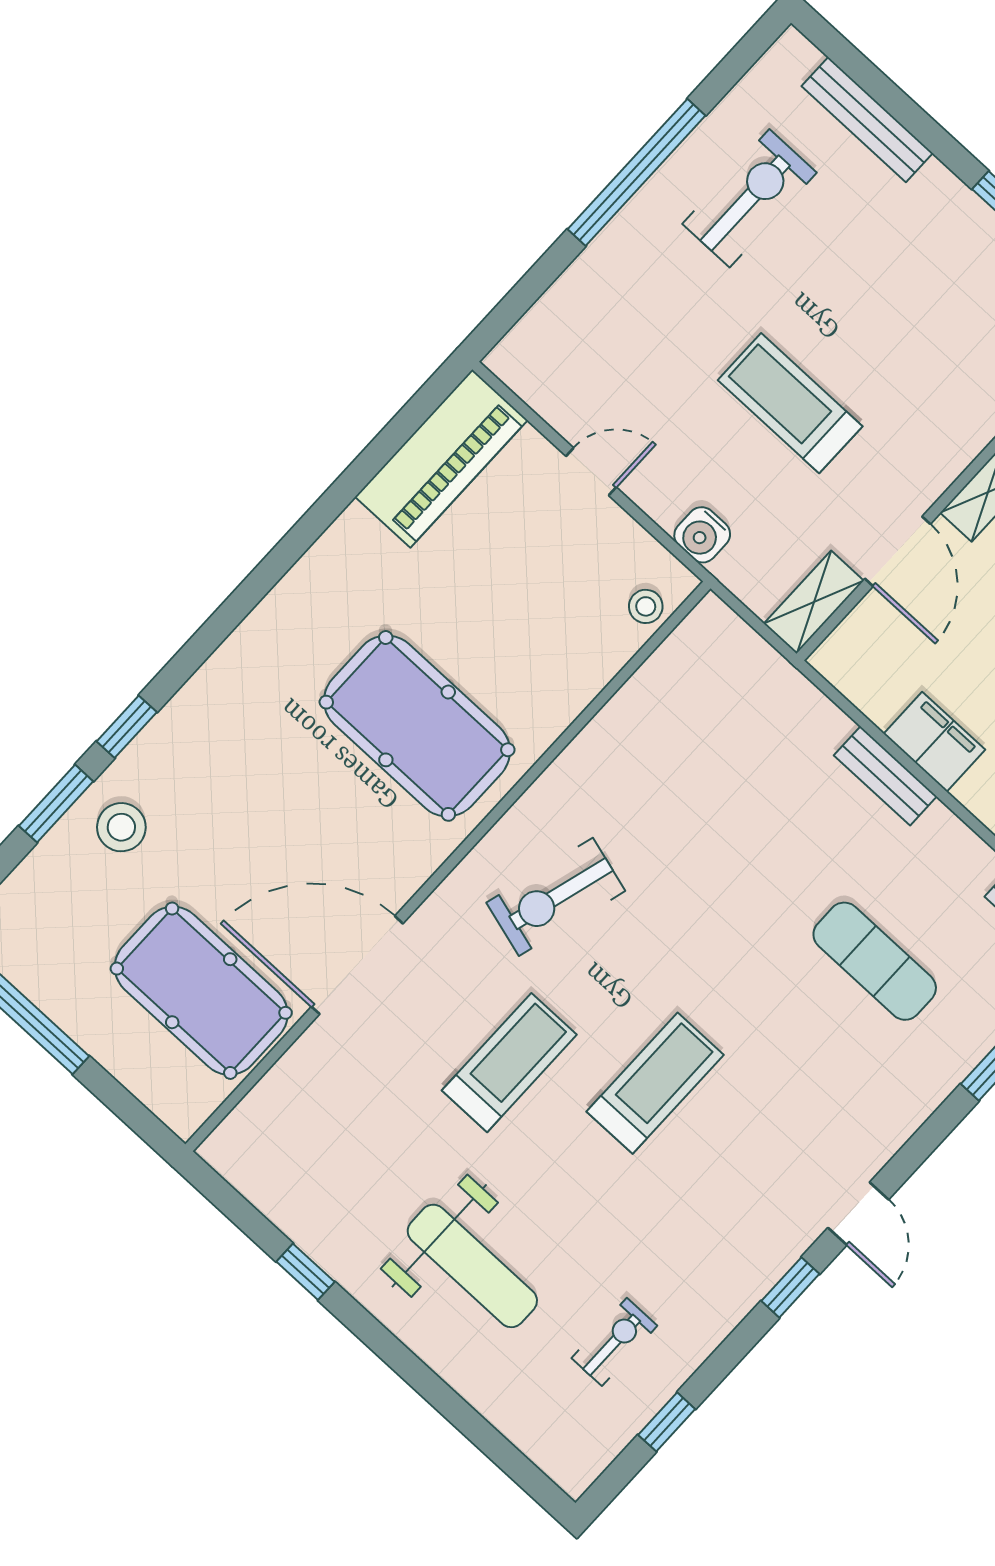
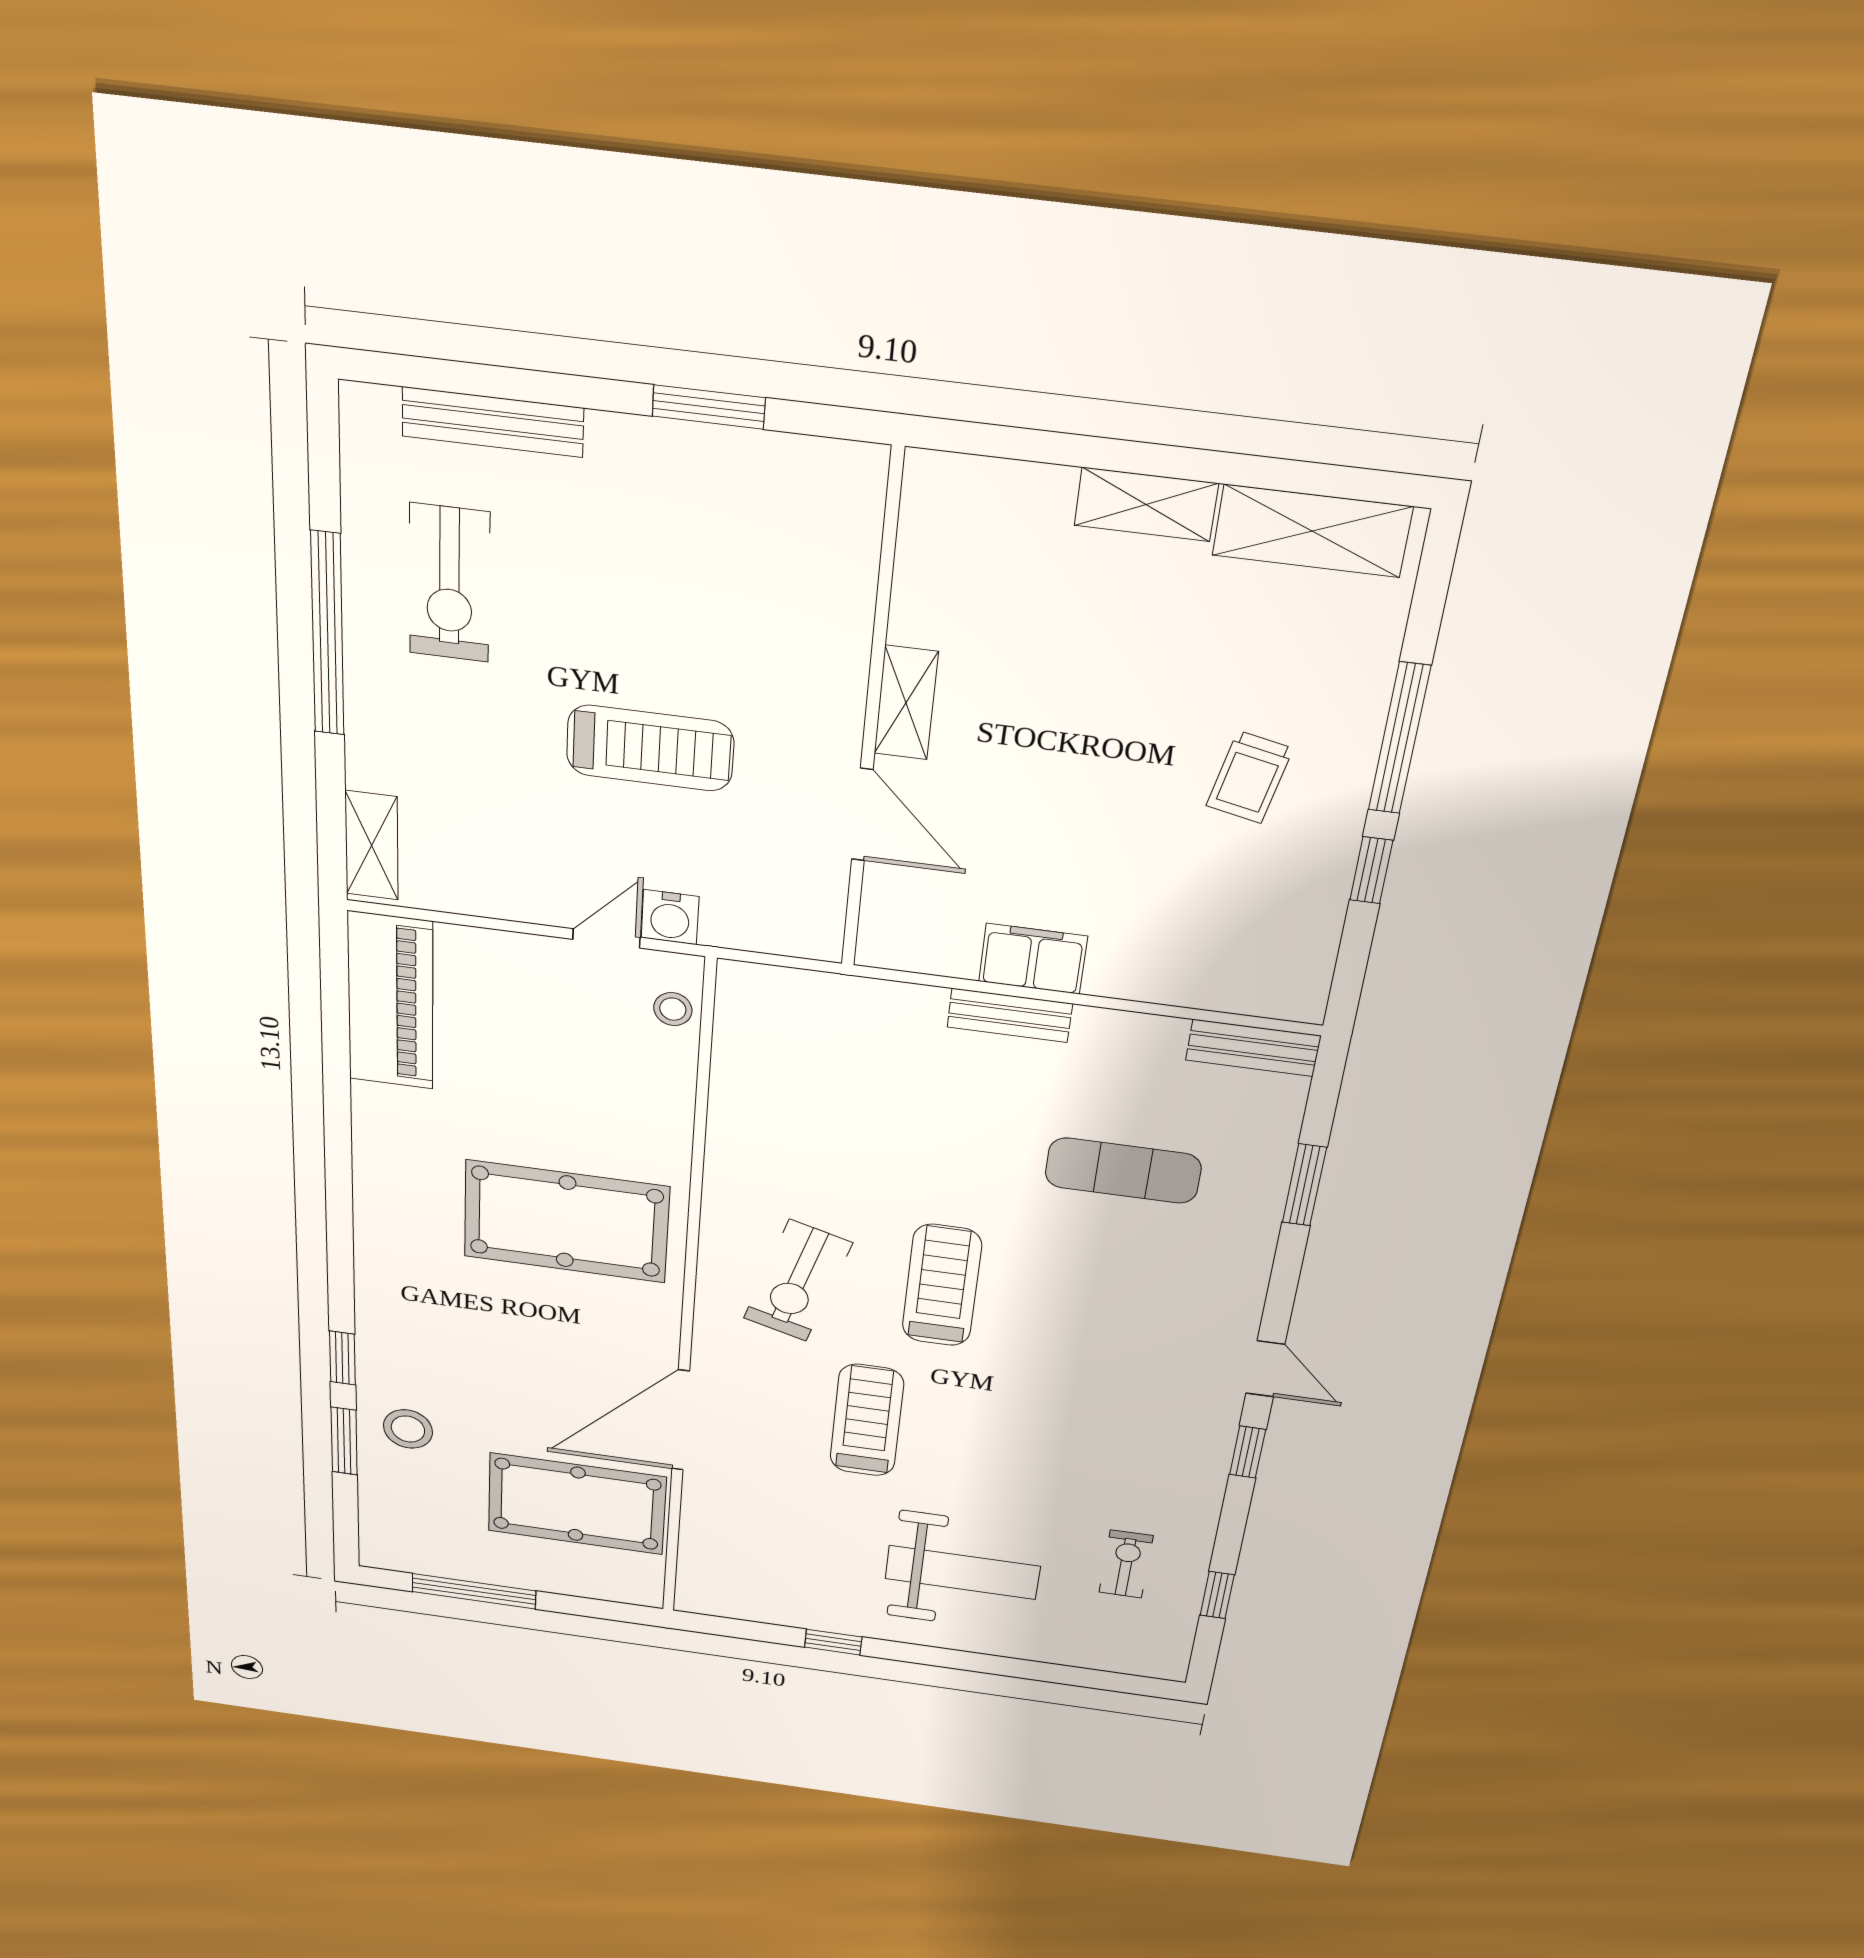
exercise bike: (750, 198) -> (449, 583), turned 180
treadmill: (790, 403) -> (650, 748), turned 180
door: (591, 472) -> (606, 938), moved
shelving: (814, 602) -> (372, 845), moved
treadmill: (655, 1083) -> (942, 1285), moved

